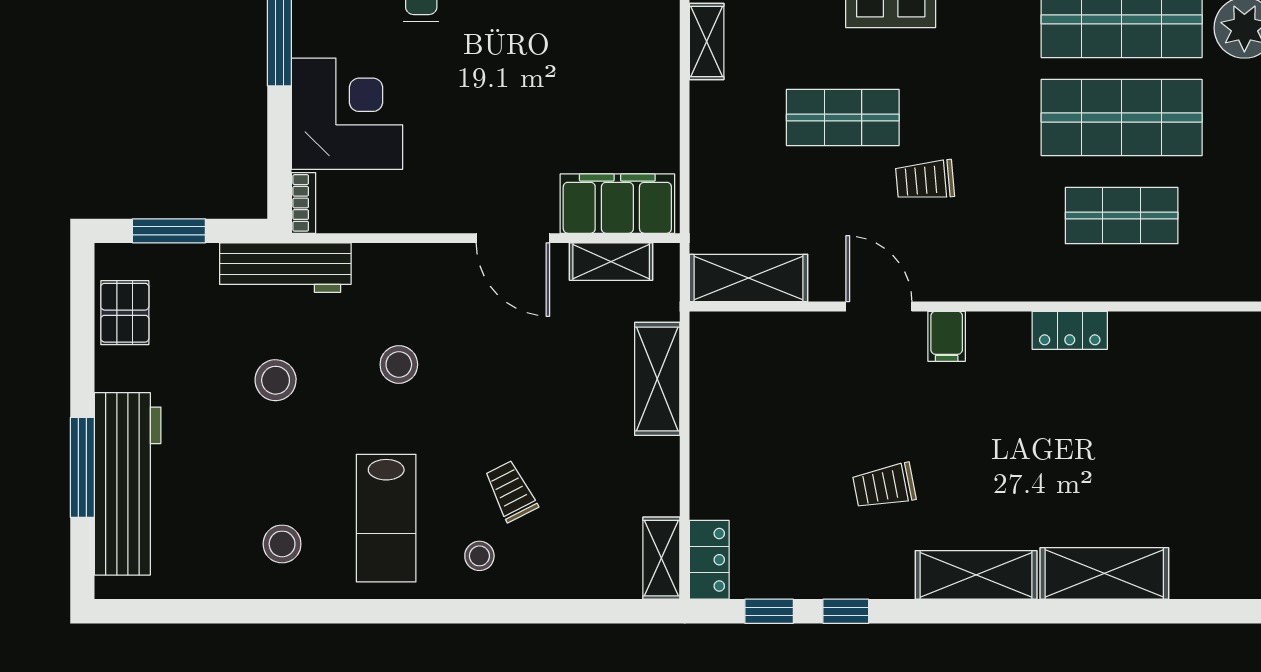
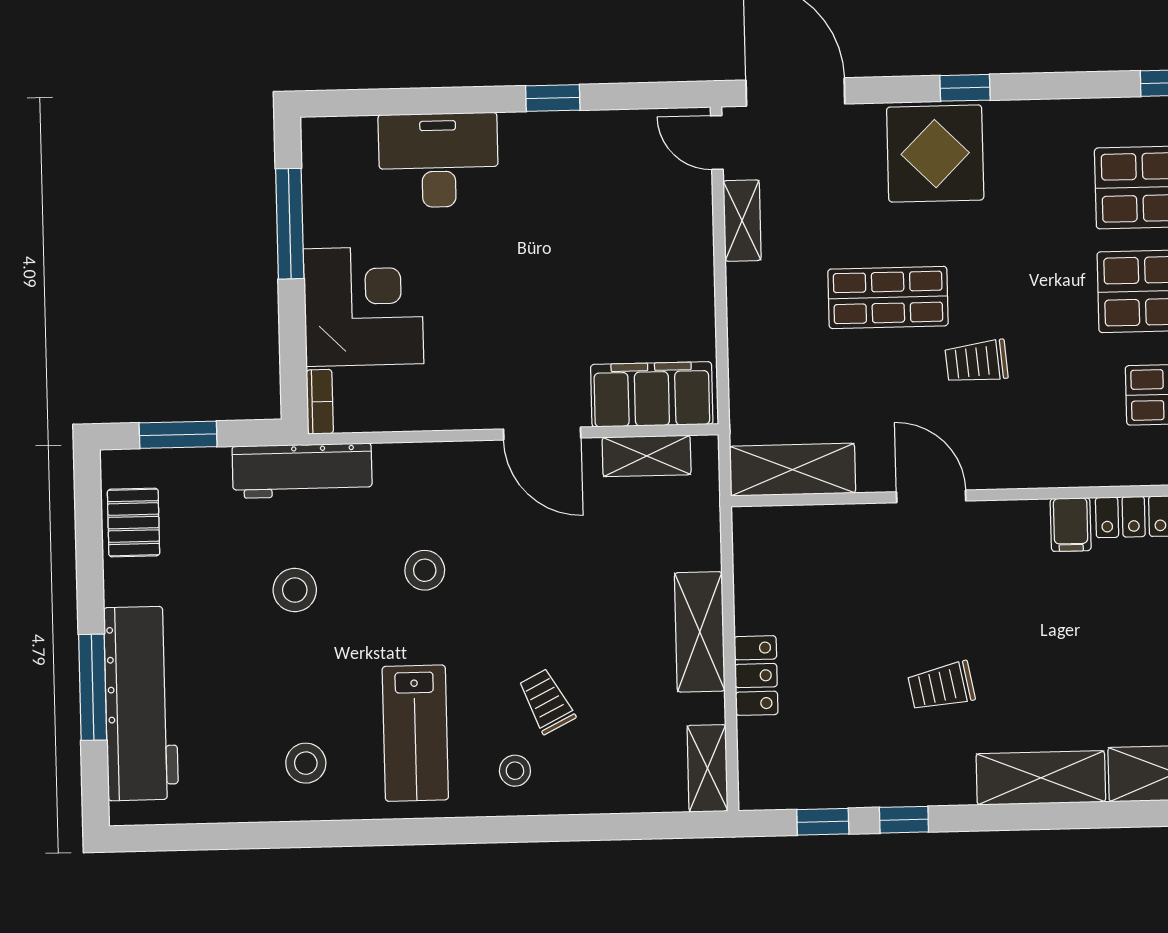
filing cabinet: (947, 336) -> (1071, 525), moved
shelving: (657, 379) -> (700, 632), moved
locker: (709, 560) -> (756, 676), moved

